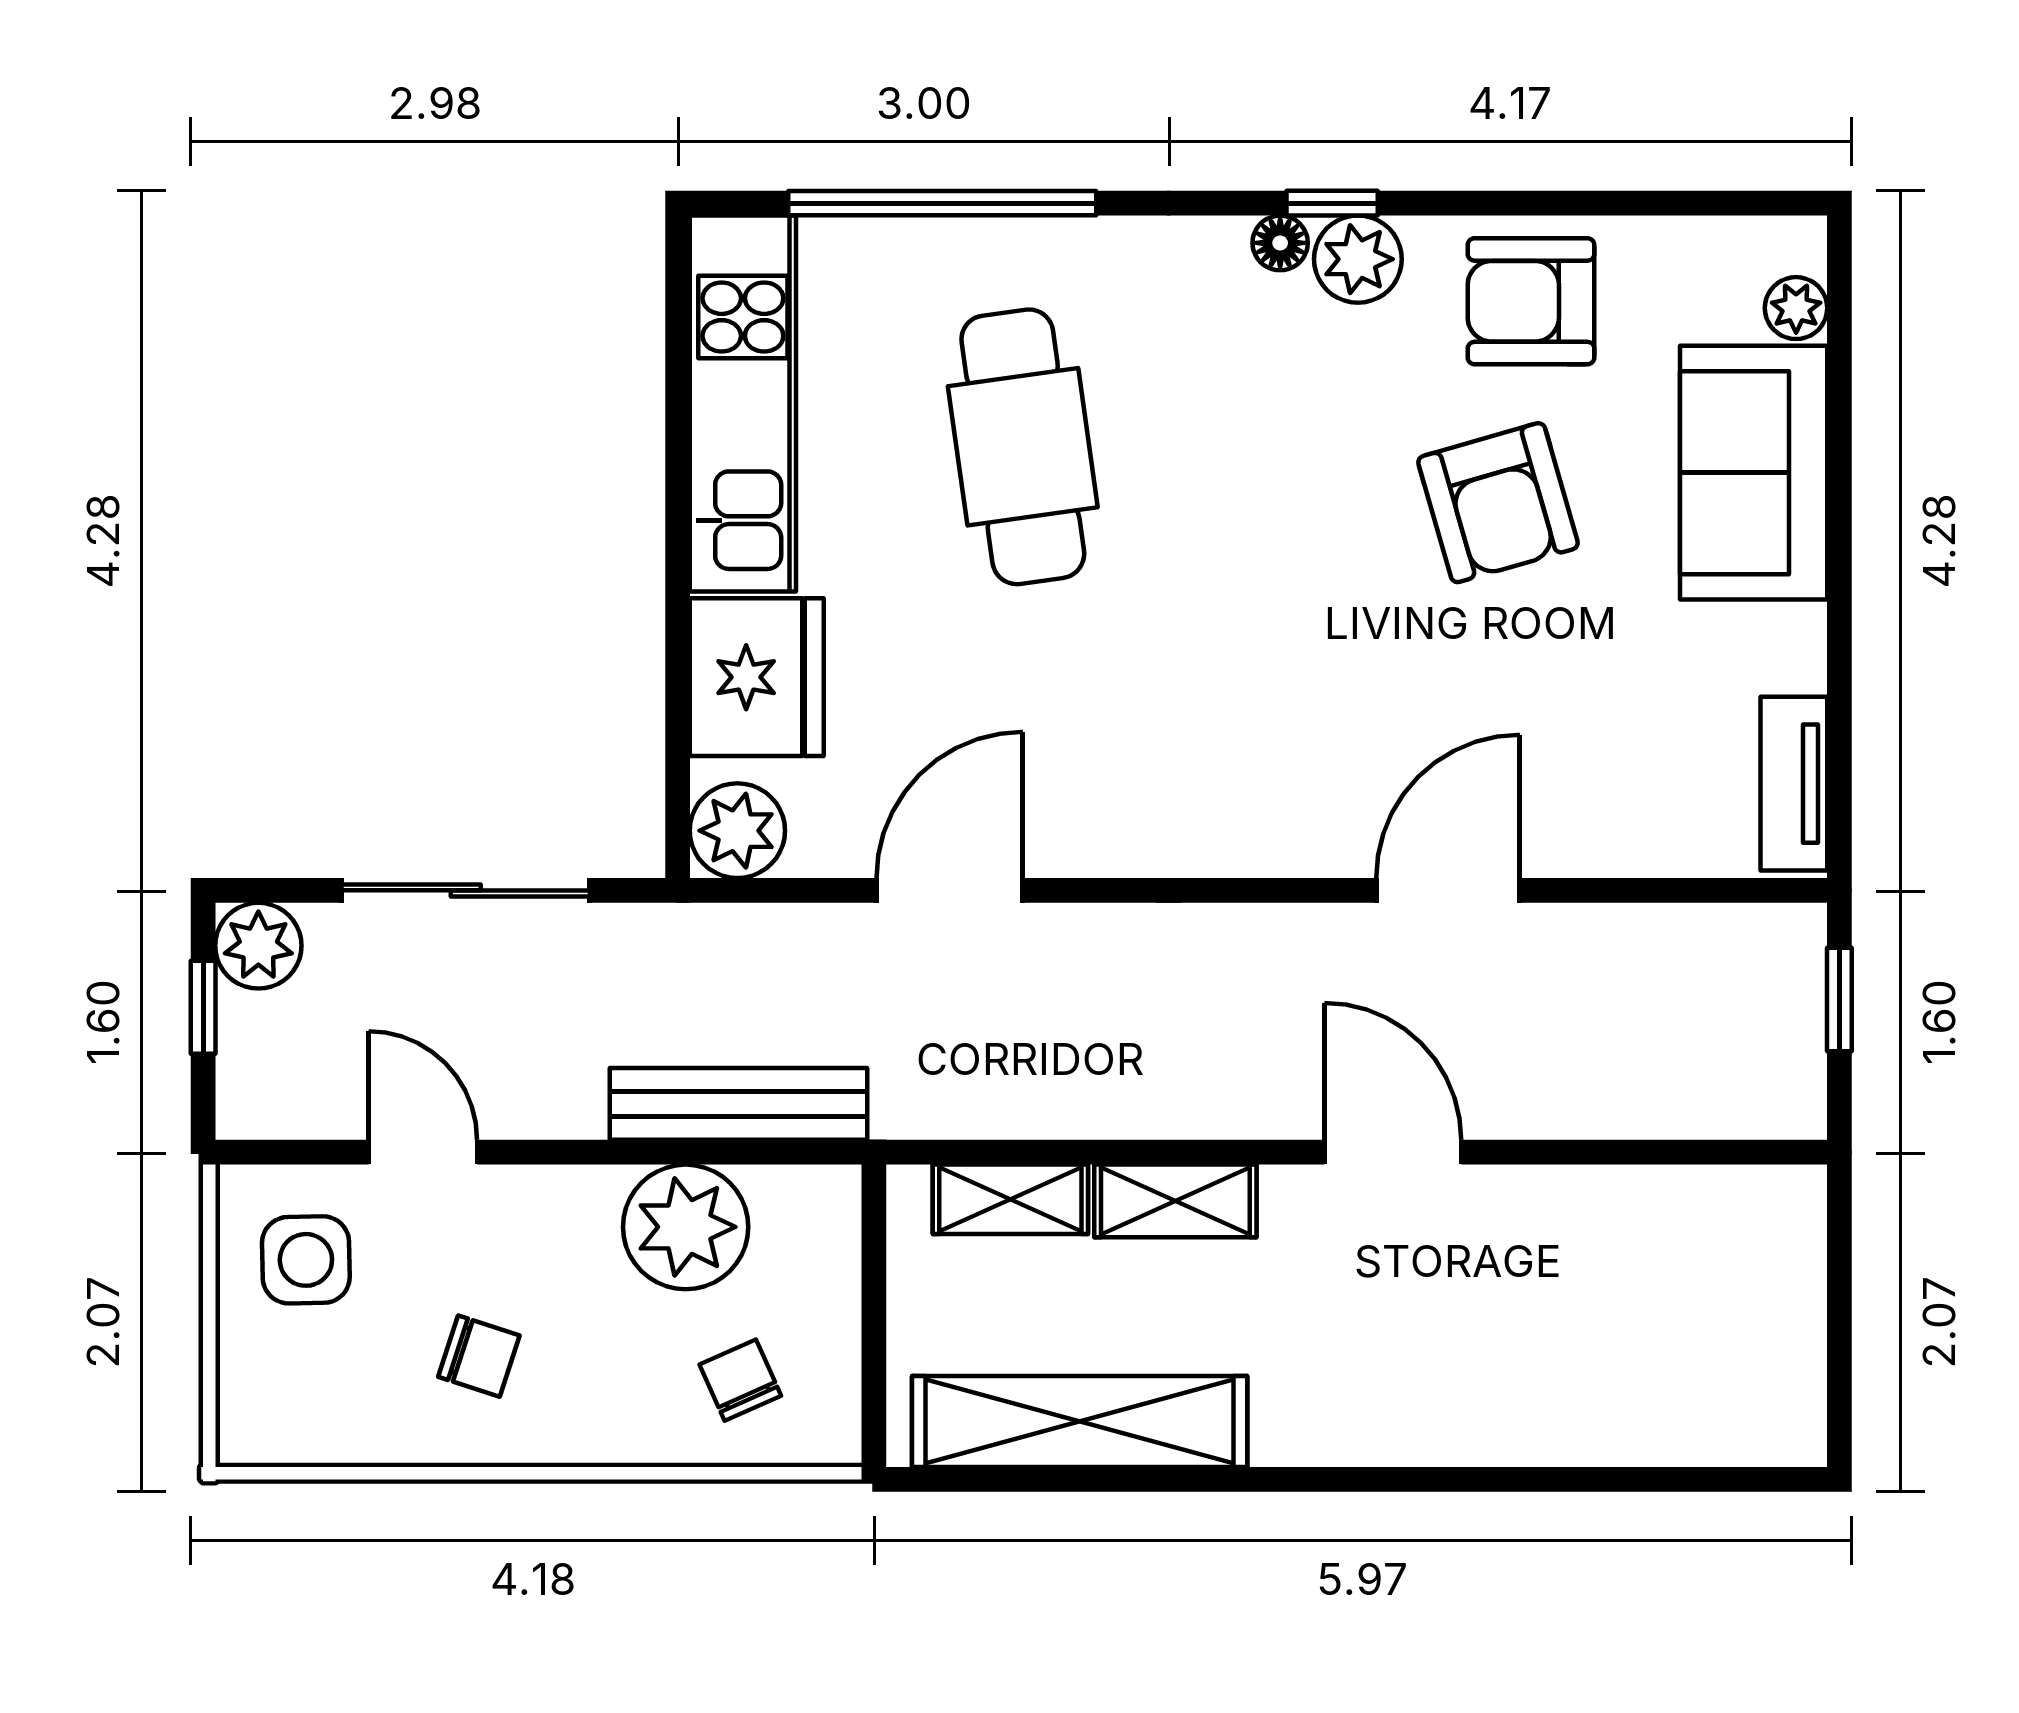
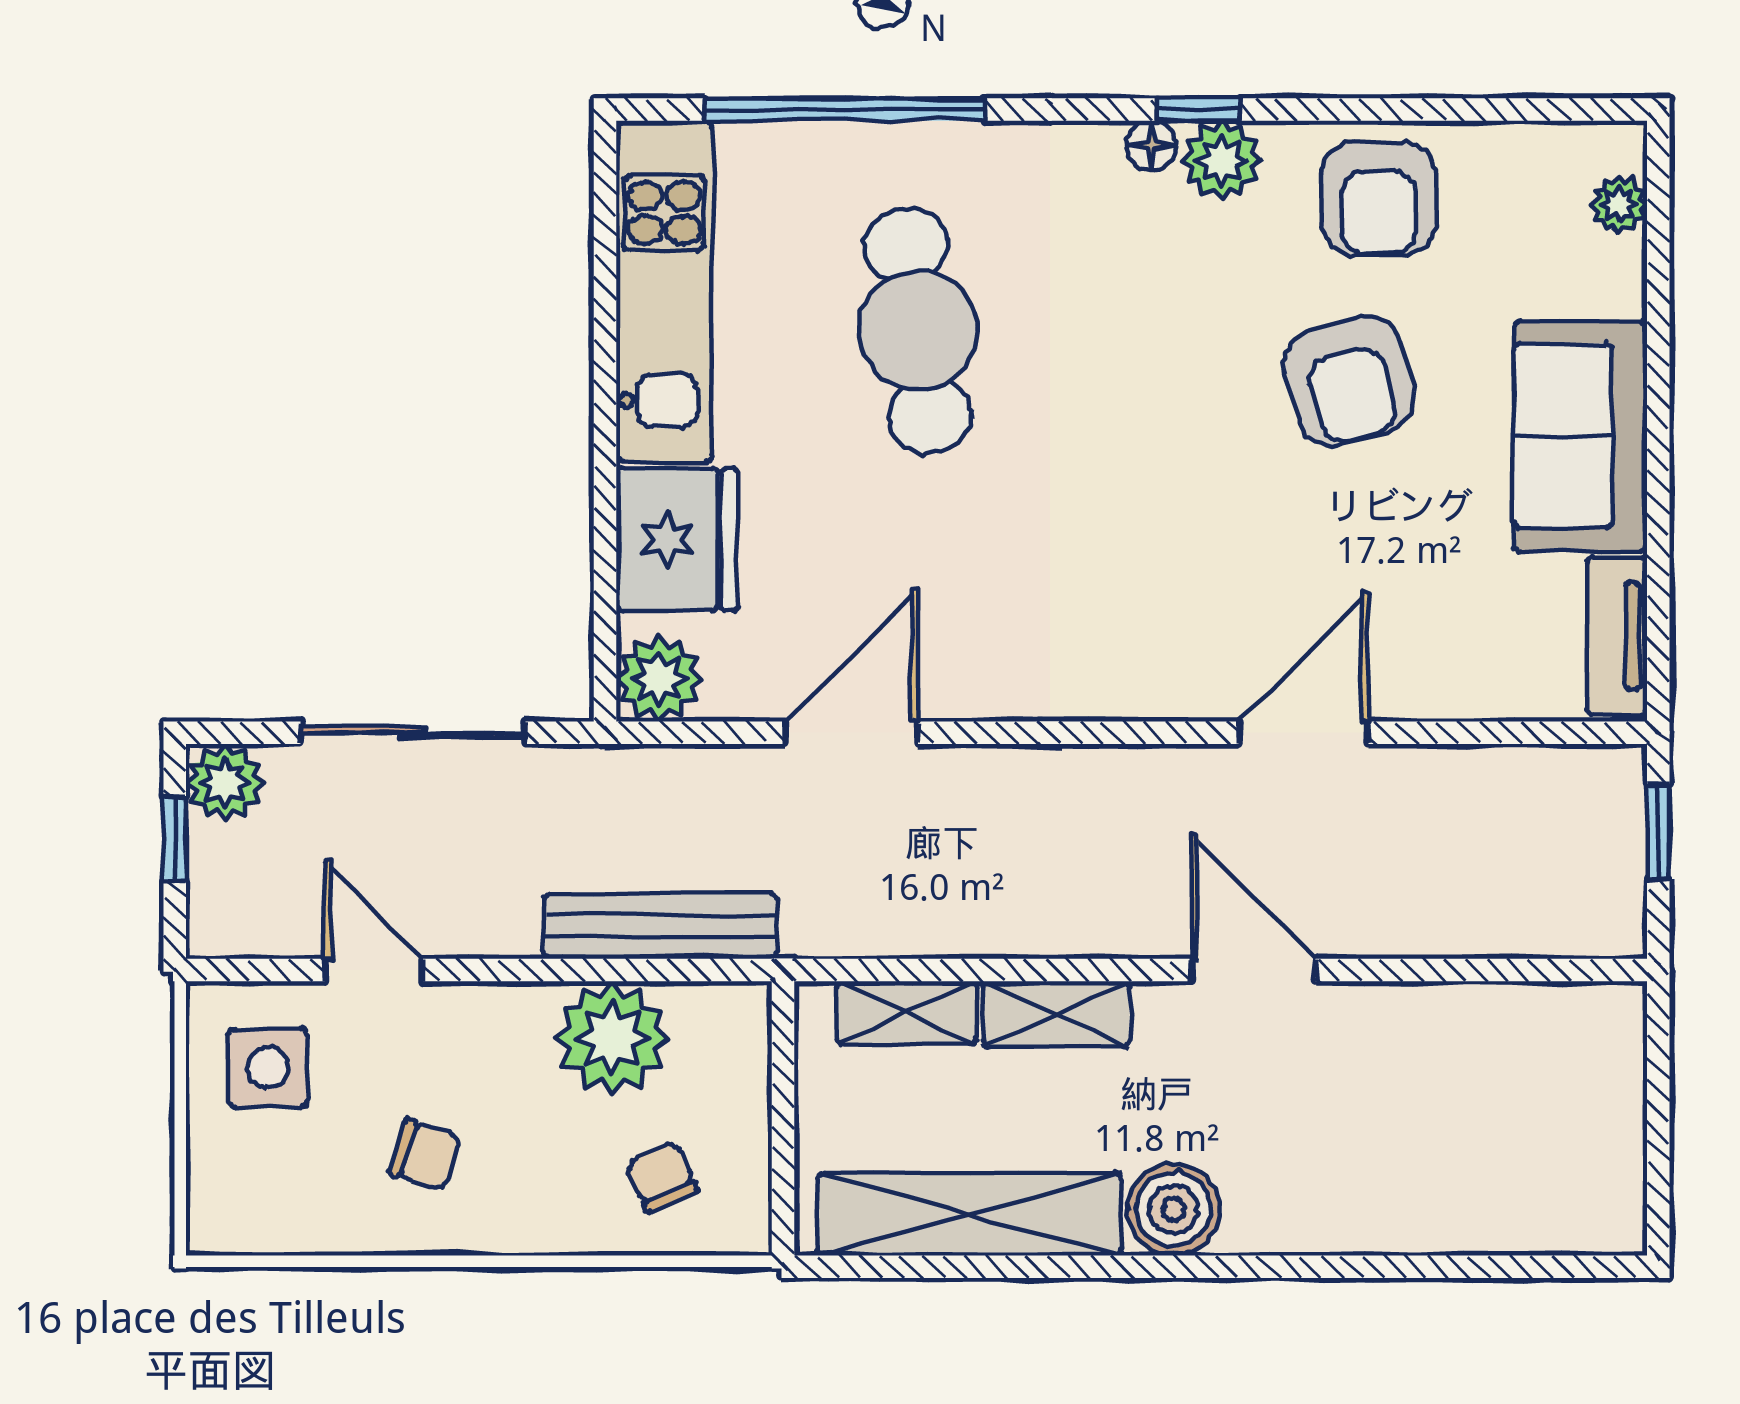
armchair: (1531, 301) -> (1379, 198), turned -90
sofa: (1754, 473) -> (1581, 436), moved
boiler: (1305, 1416) -> (1174, 1209), added

